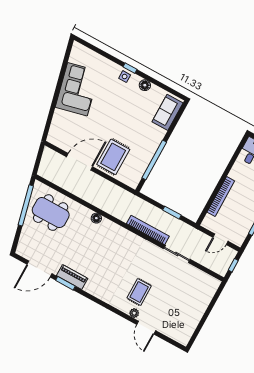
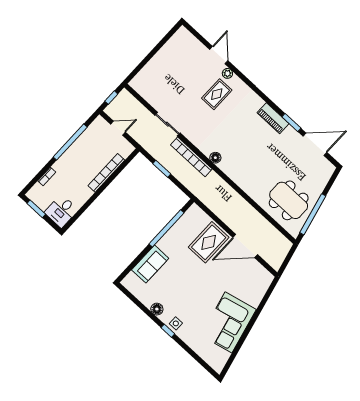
sofa: (167, 112) -> (150, 264), moved
floor lamp: (96, 218) -> (215, 158), moved
piano: (72, 277) -> (273, 118), moved

